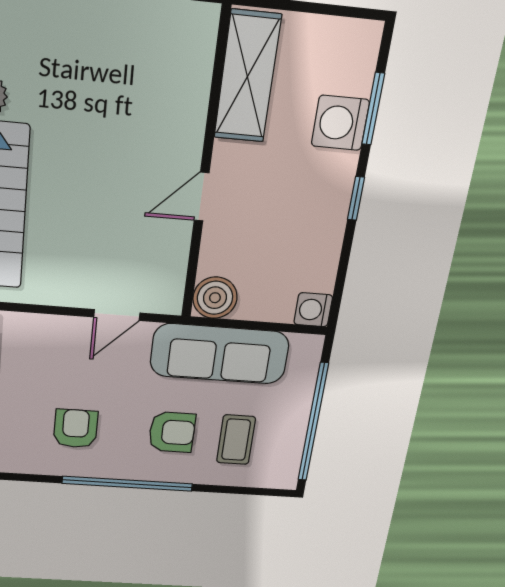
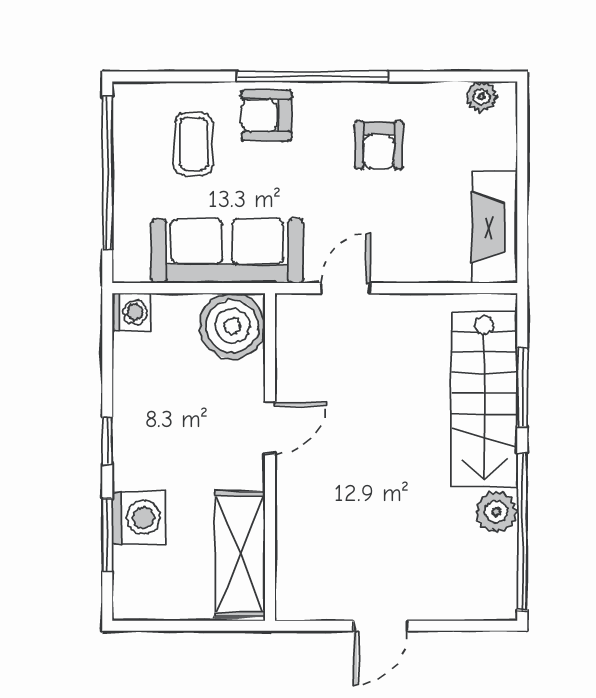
boiler: (215, 298) -> (232, 326), width x1.37, depth x1.37
armchair: (172, 432) -> (266, 115), moved

